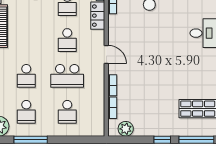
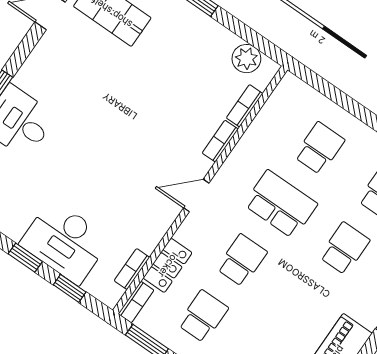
door: (106, 54) -> (196, 195), hinge flipped

